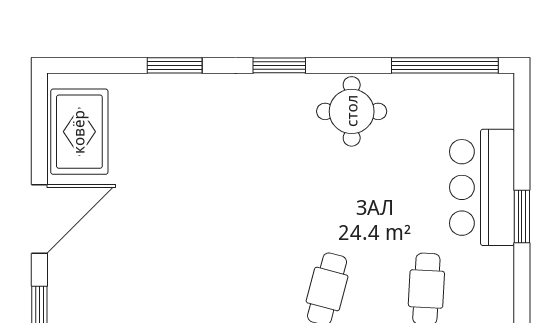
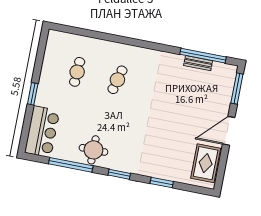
window: (445, 65) -> (71, 165), moved
bar counter: (482, 187) -> (42, 132), moved

